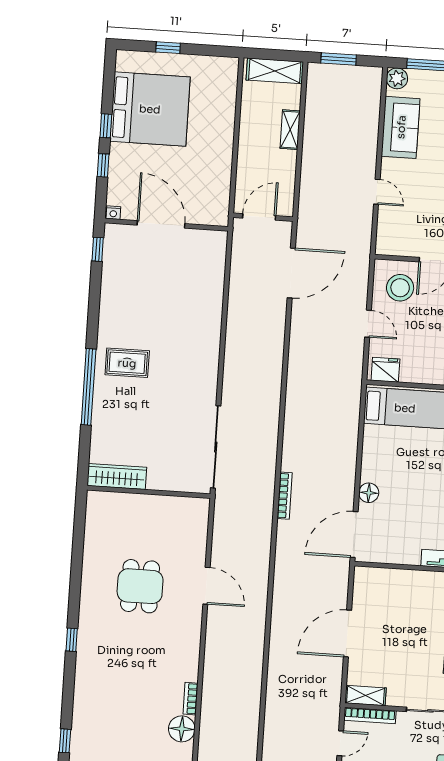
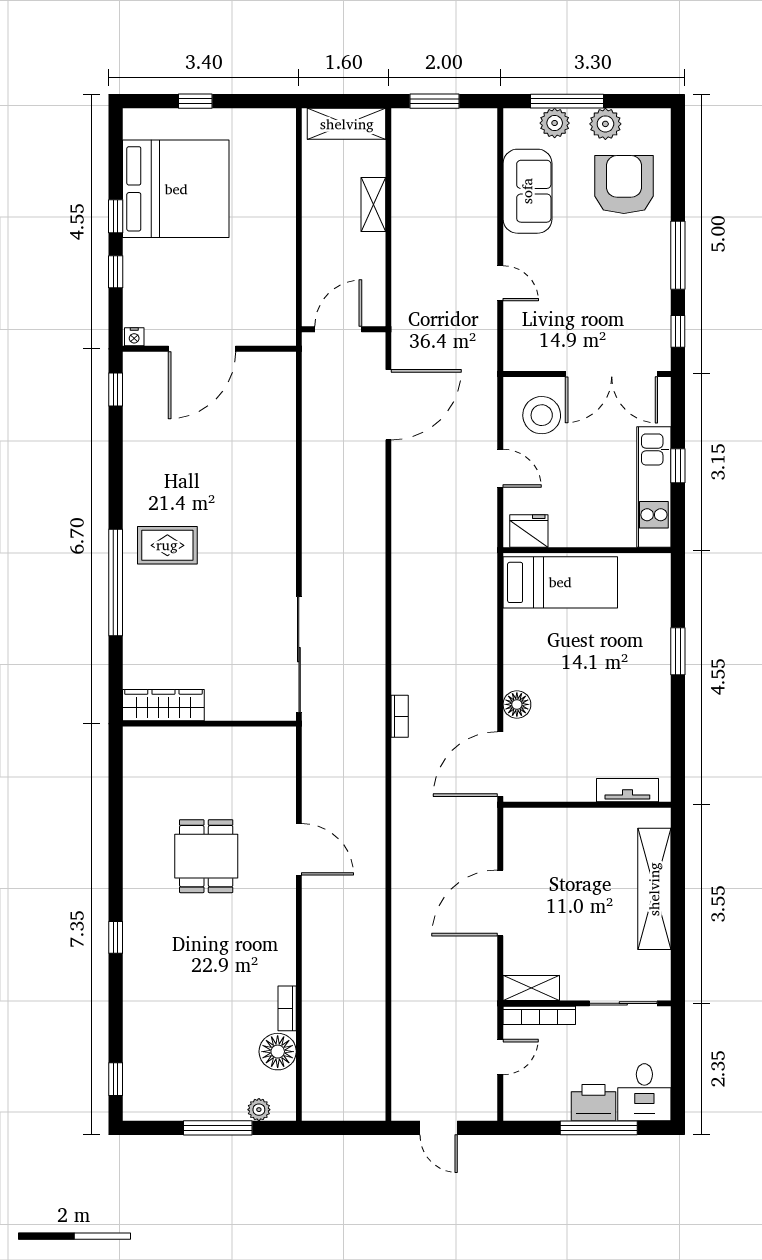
plant: (397, 78) -> (555, 123), moved
door: (161, 224) -> (202, 349), swing flipped
bookcase: (285, 496) -> (400, 716), width x0.64

